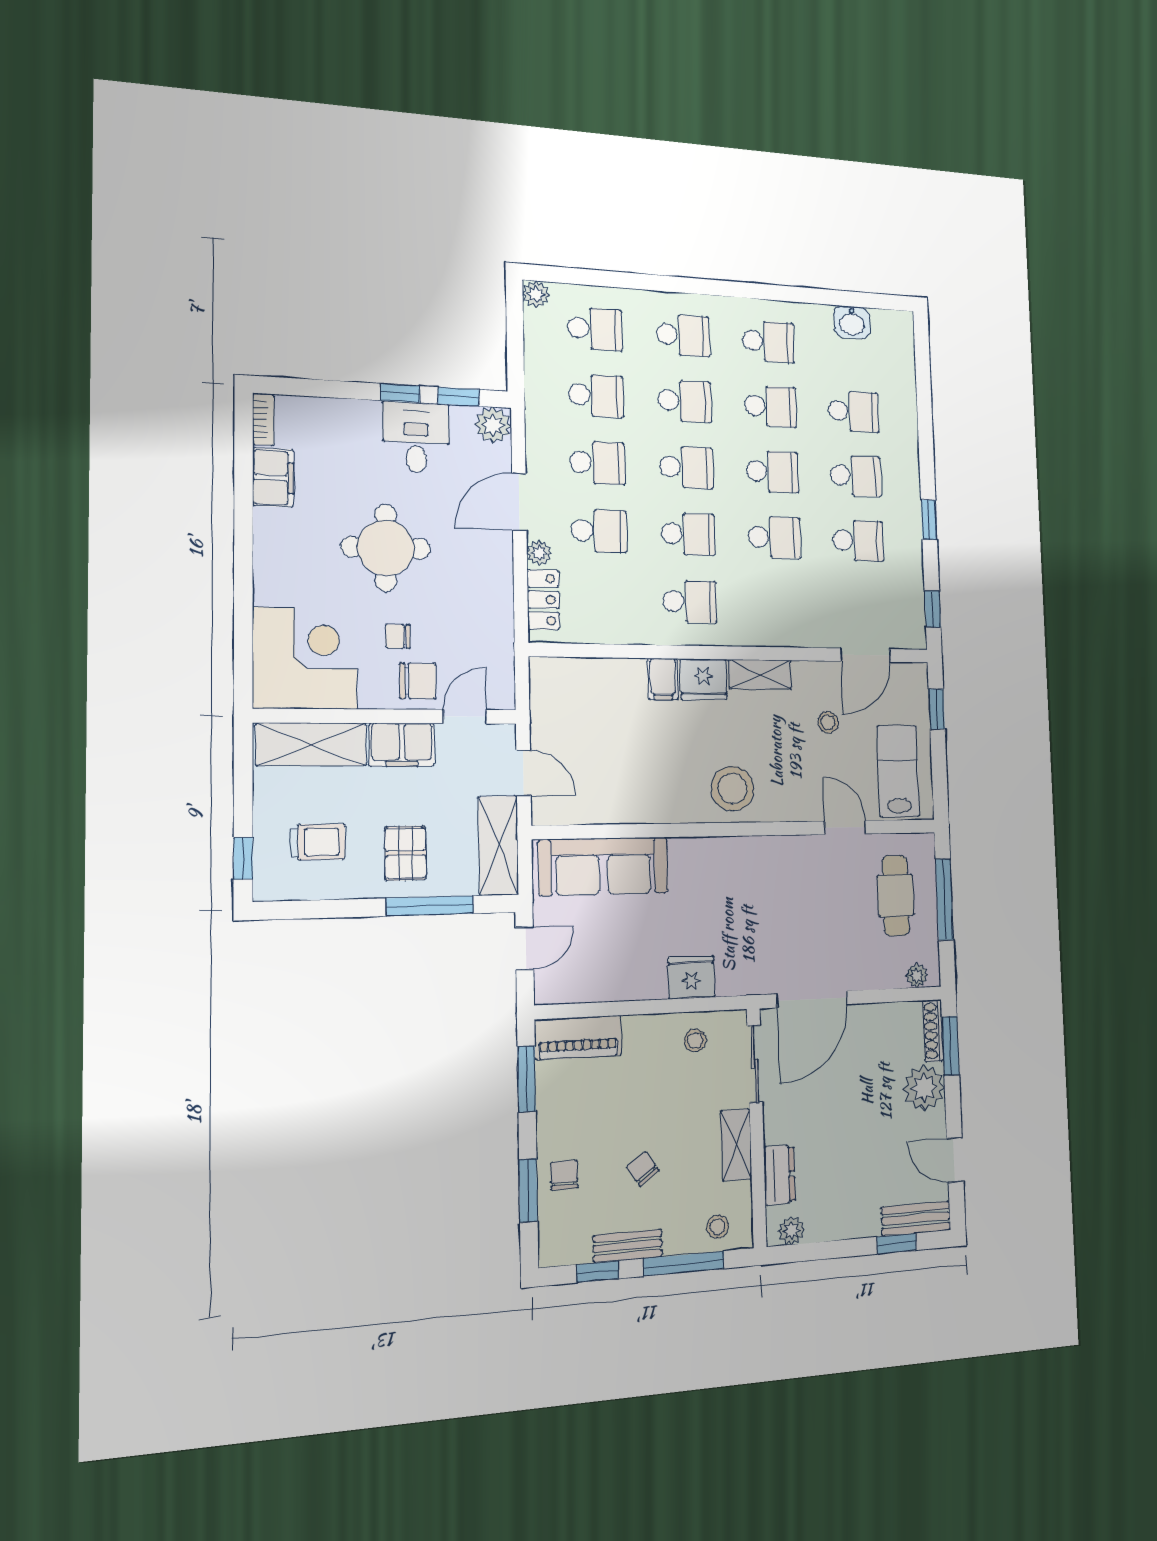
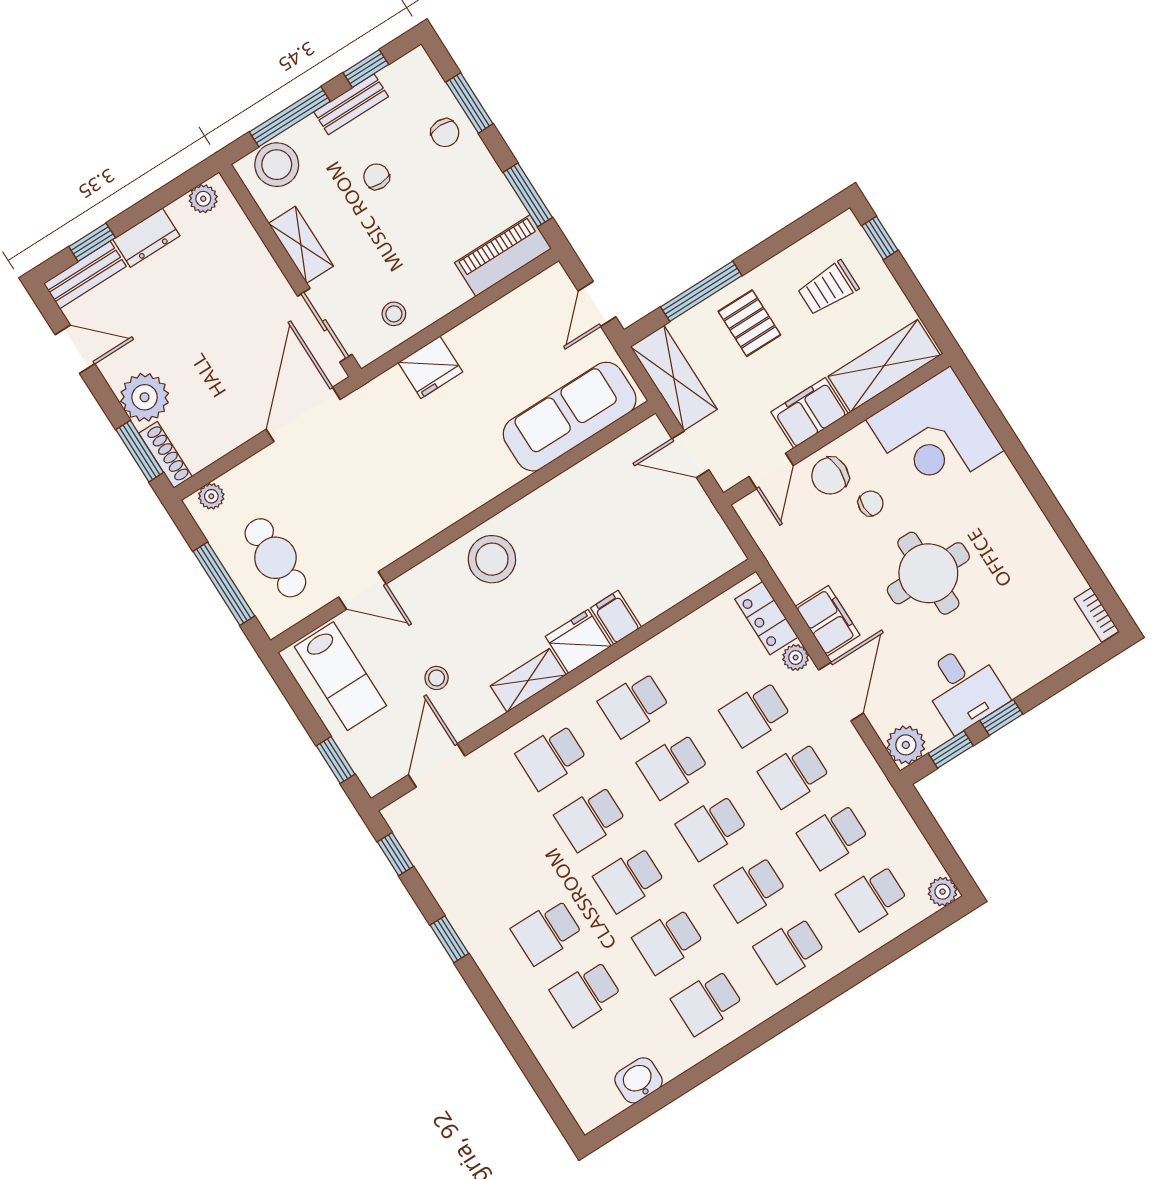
filing cabinet: (273, 477) -> (828, 621), moved, turned 180
school desk: (858, 541) -> (551, 757), moved
chair: (643, 1169) -> (377, 177), turned -144
dresser: (780, 1175) -> (146, 238), moved, turned -90
stool: (718, 1227) -> (277, 165), width x1.89, depth x1.89

